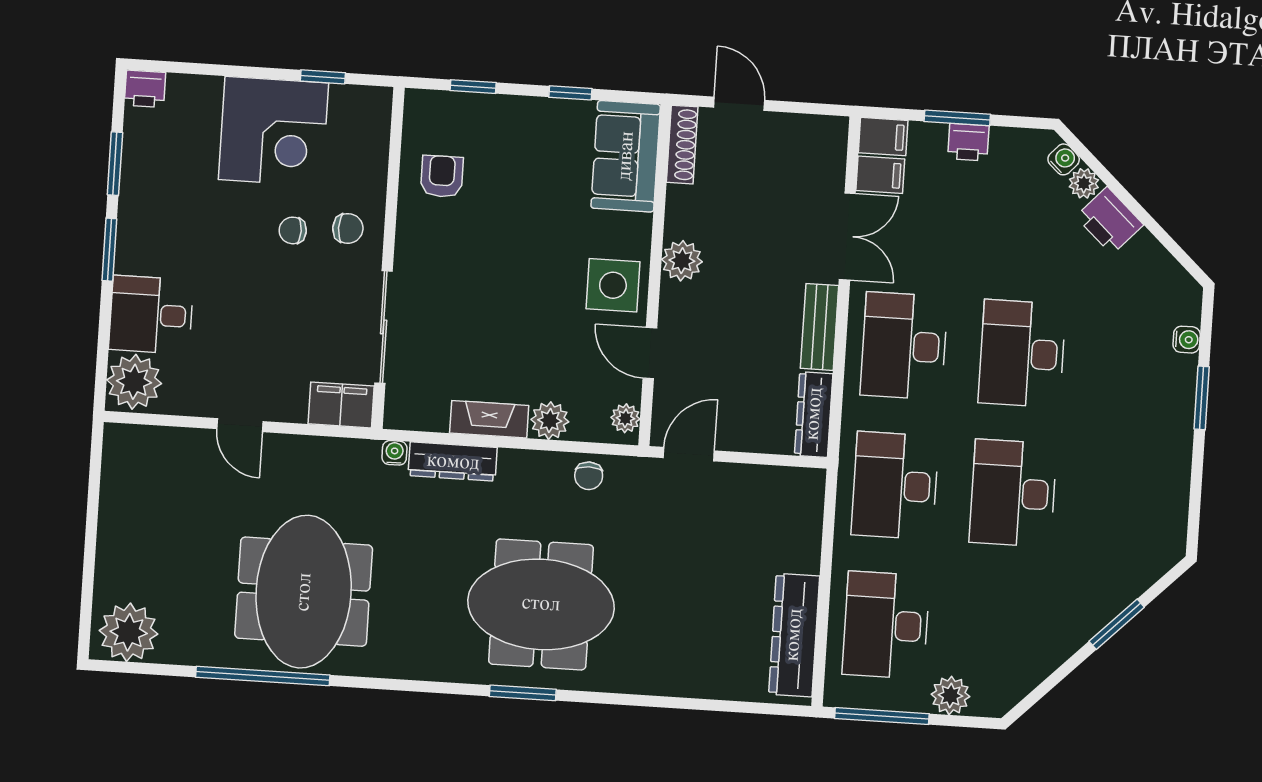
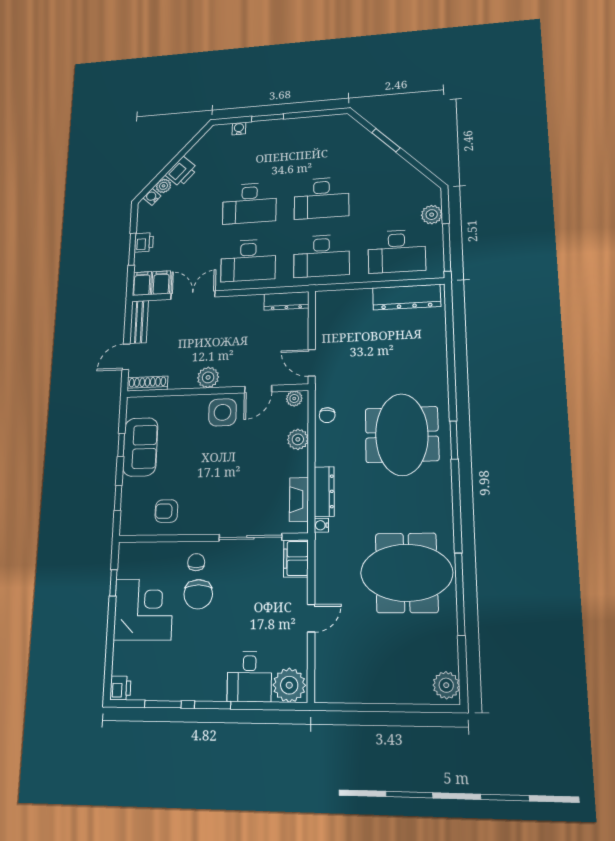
sofa: (626, 156) -> (140, 447), moved, turned -90
chair: (293, 230) -> (198, 594), width x1.87, depth x1.87
bench: (820, 327) -> (139, 322), moved, turned 90
fireplace: (489, 419) -> (299, 499), moved
chair: (589, 476) -> (327, 415), turned 97
plant: (129, 632) -> (446, 685), width x0.73, depth x0.73

